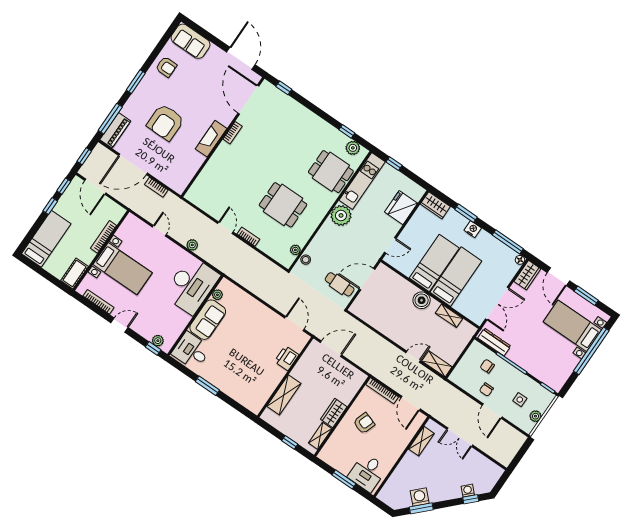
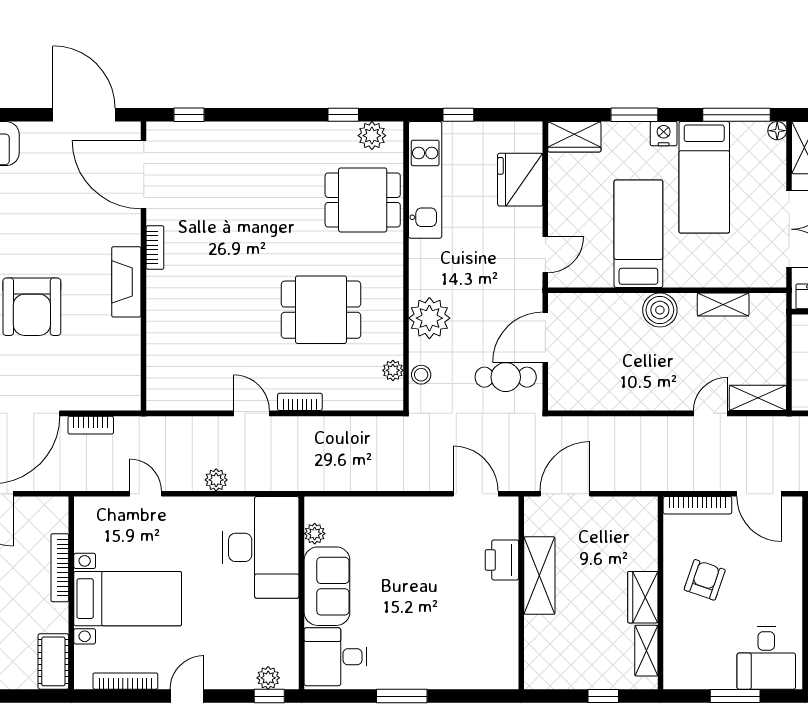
plant: (341, 215) -> (429, 318), moved
bed: (456, 277) -> (704, 177), moved, turned 180
shelving: (284, 395) -> (539, 576), moved

